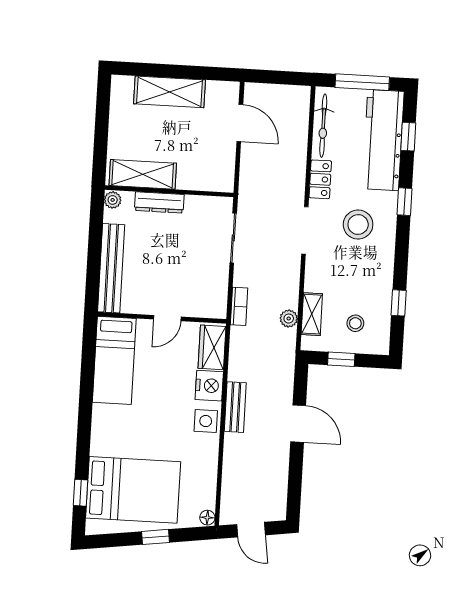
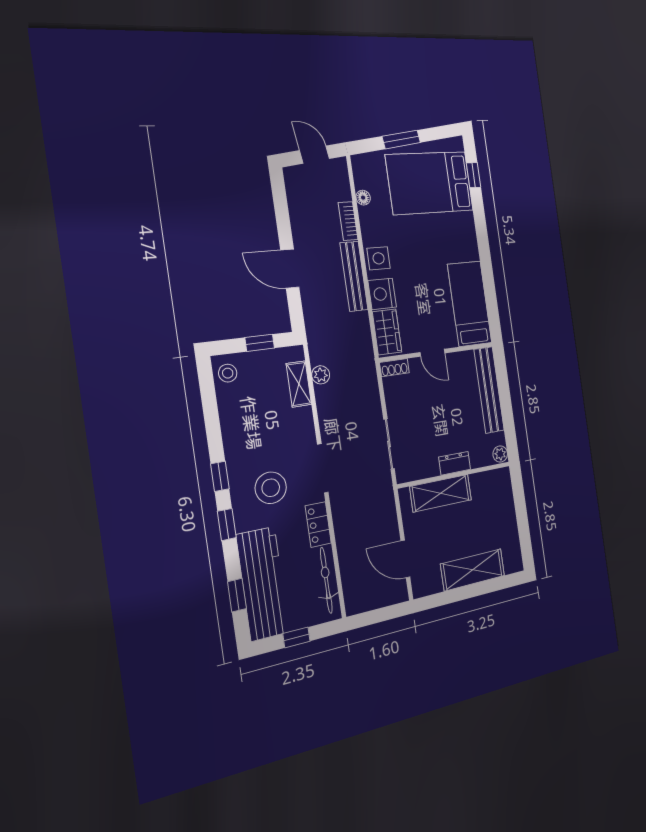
window: (362, 82) -> (296, 637), width x0.46
shelving: (143, 174) -> (441, 493), moved
dresser: (159, 202) -> (455, 463), width x0.70
window: (399, 303) -> (220, 476), moved
bookcase: (239, 306) -> (348, 221), moved
shoe rack: (212, 311) -> (394, 368), added
door: (167, 318) -> (432, 353), swing flipped
stool: (355, 323) -> (228, 373), moved
bench: (235, 407) -> (354, 276), width x1.36
floor lamp: (207, 518) -> (363, 198), moved
window: (156, 537) -> (401, 139), width x1.50

